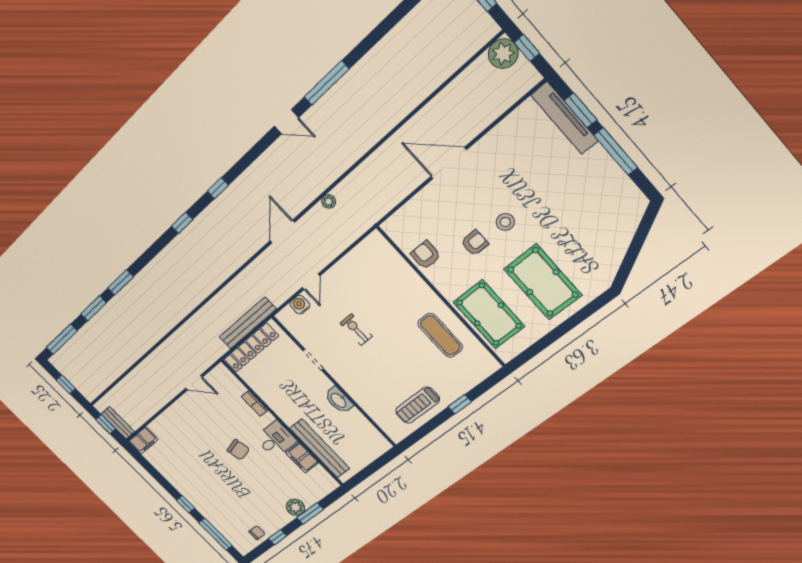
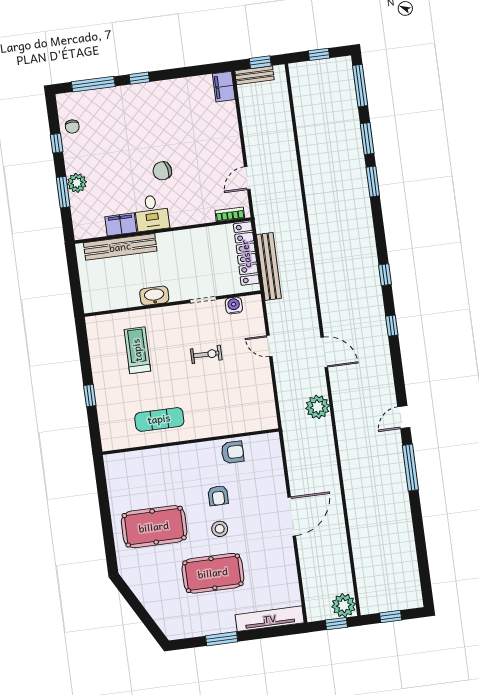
window: (580, 110) -> (268, 633), removed
window: (616, 151) -> (222, 639), width x0.69
plant: (329, 201) -> (318, 407), width x1.88, depth x1.88
water cooler: (300, 305) -> (234, 305), moved, turned -90
pool table: (489, 314) -> (213, 573), moved
bookcase: (255, 403) -> (230, 214), moved
treadmill: (418, 405) -> (137, 350), moved

